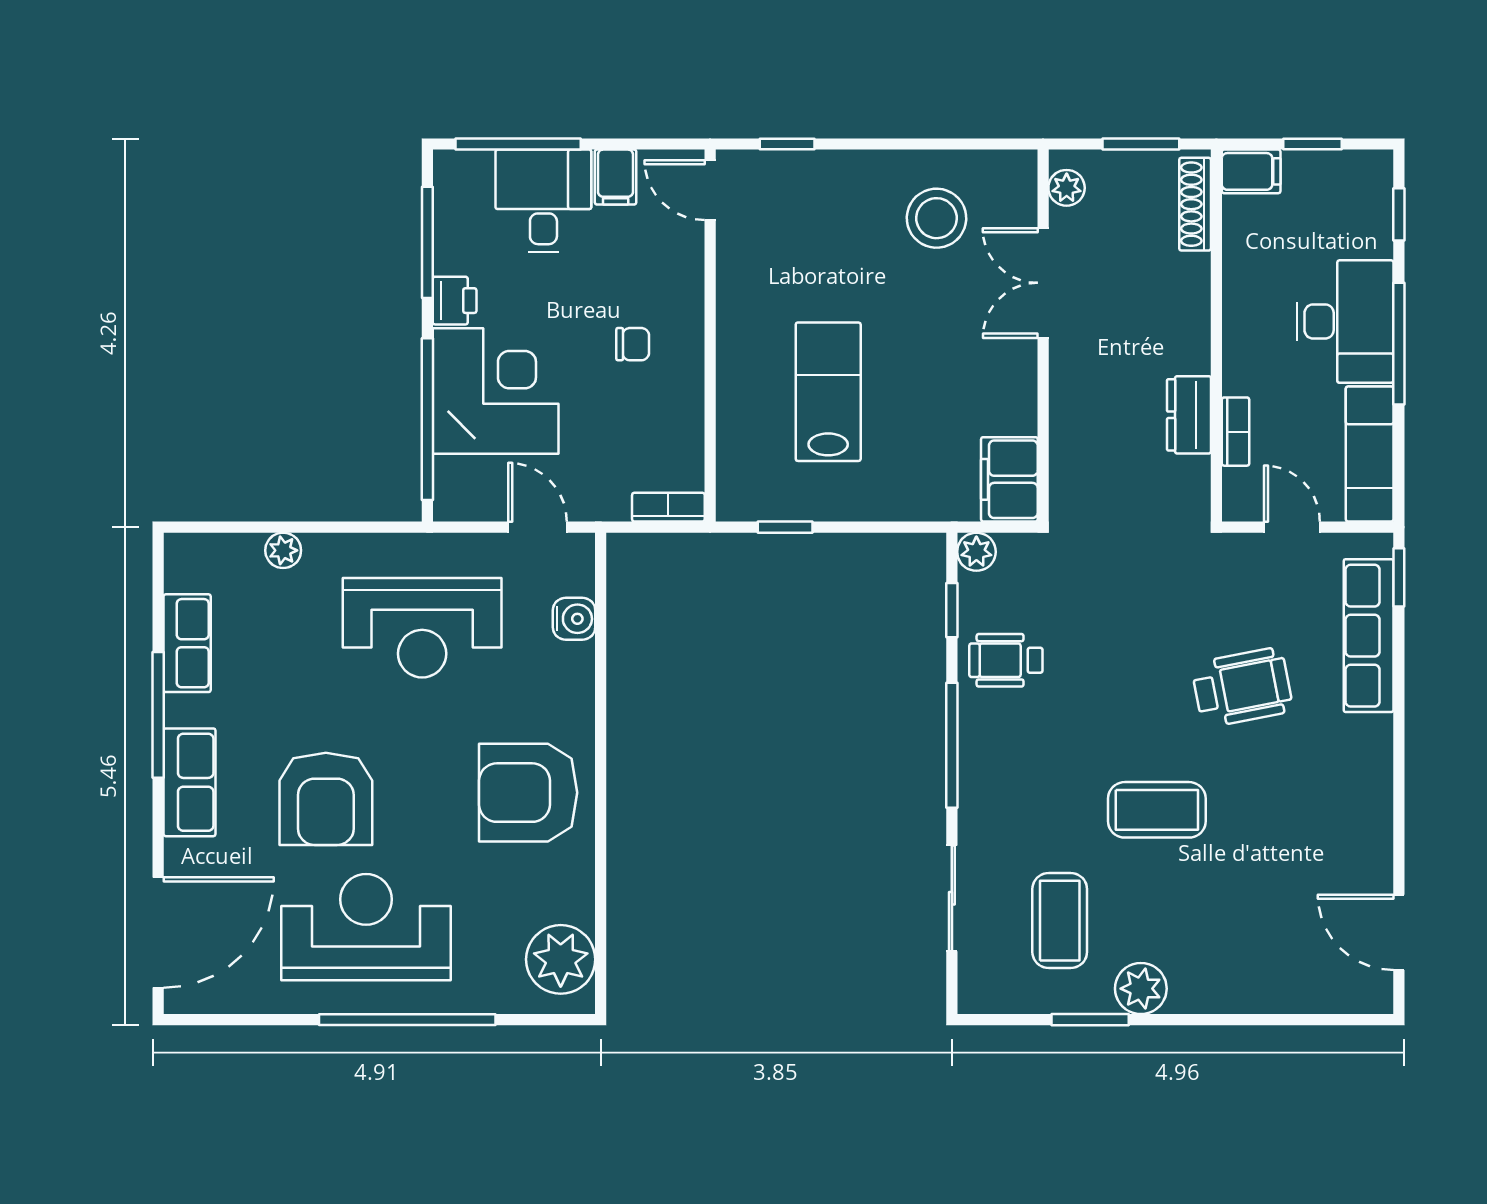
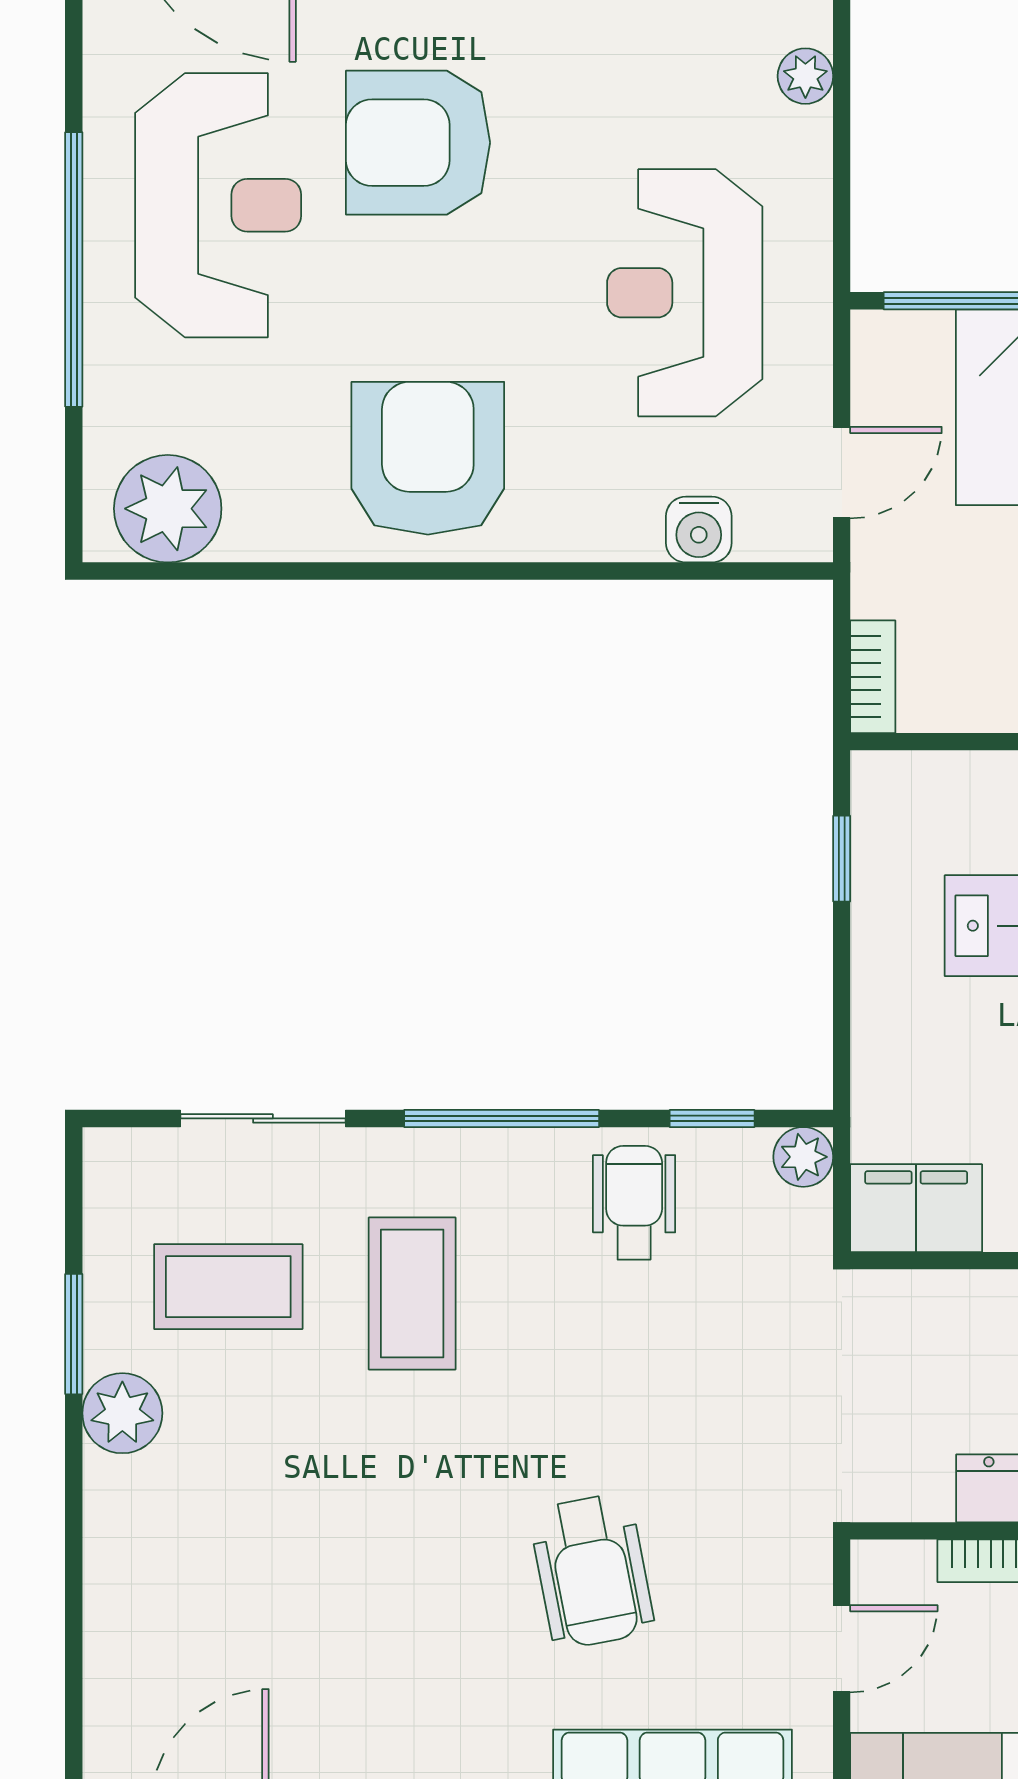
coffee table: (1157, 810) -> (412, 1294), moved

